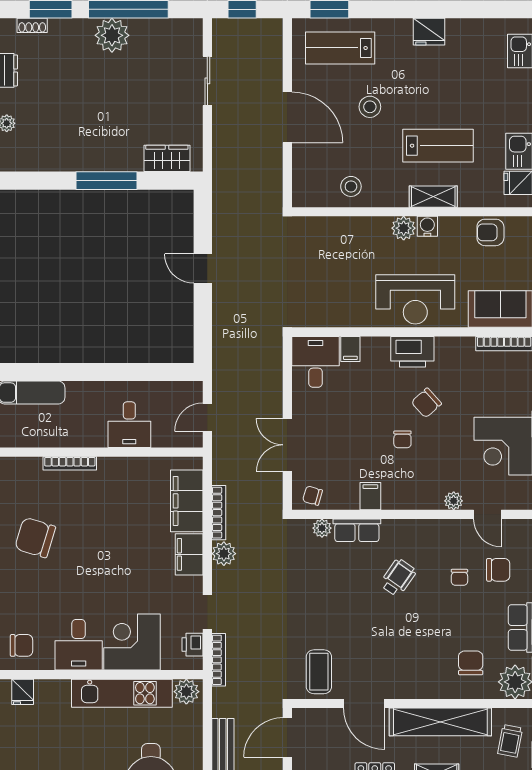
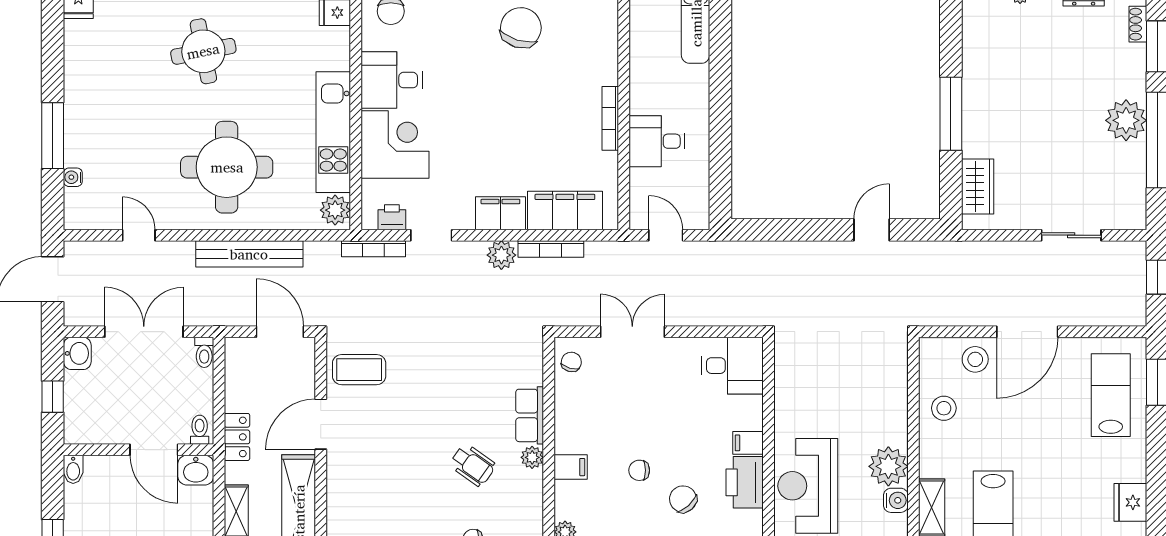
stool: (370, 107) -> (975, 359), moved
plant: (404, 228) -> (888, 466), width x1.36, depth x1.36
door: (203, 268) -> (872, 230), moved
filing cabinet: (350, 349) -> (748, 443), moved
bookcase: (70, 463) -> (610, 118), moved
filing cabinet: (370, 496) -> (571, 467), moved
plant: (322, 528) -> (532, 457), moved

